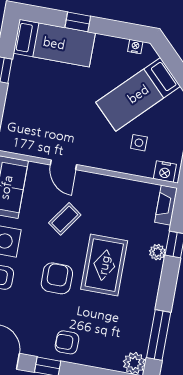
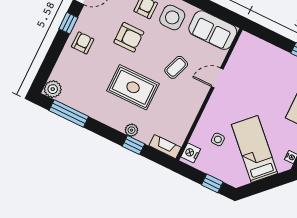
coffee table: (65, 219) -> (176, 67), turned 75
armchair: (57, 278) -> (129, 37), moved

